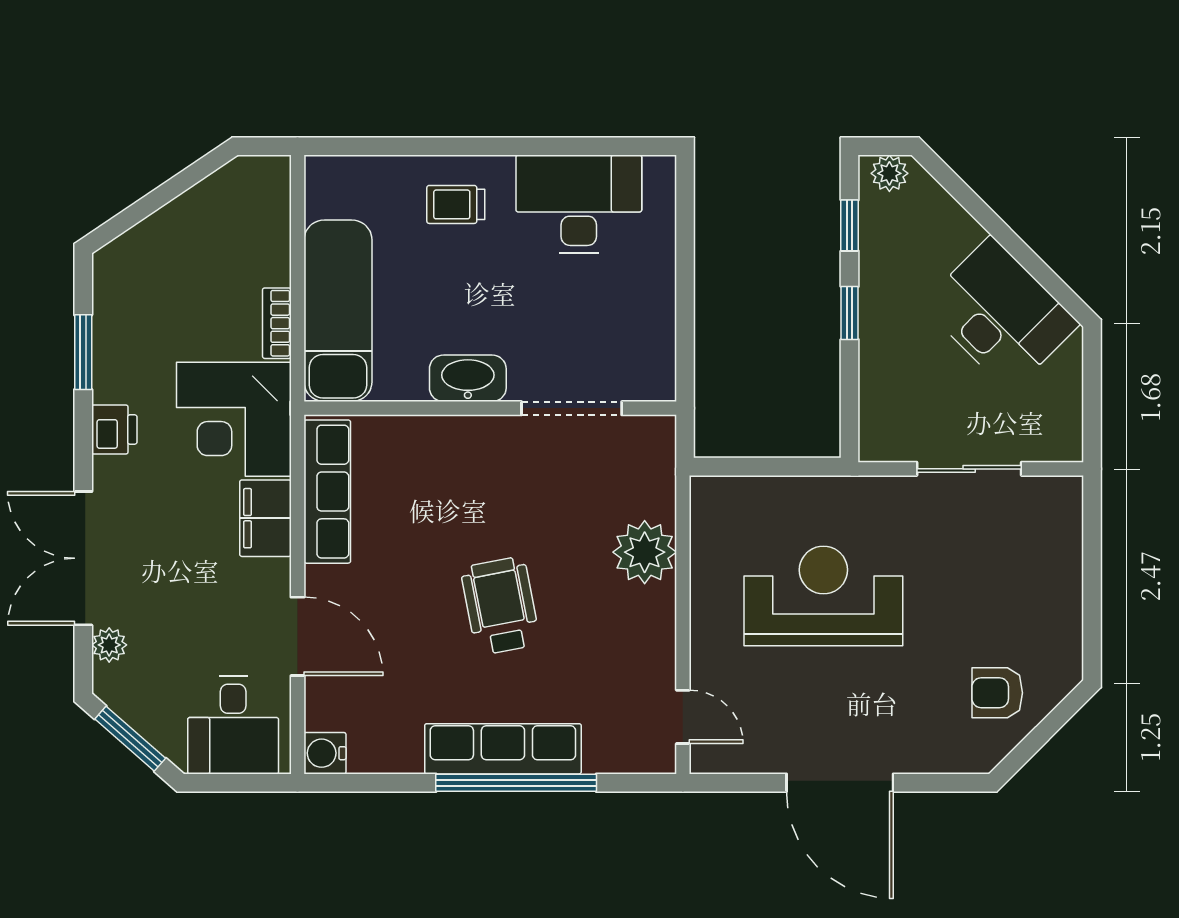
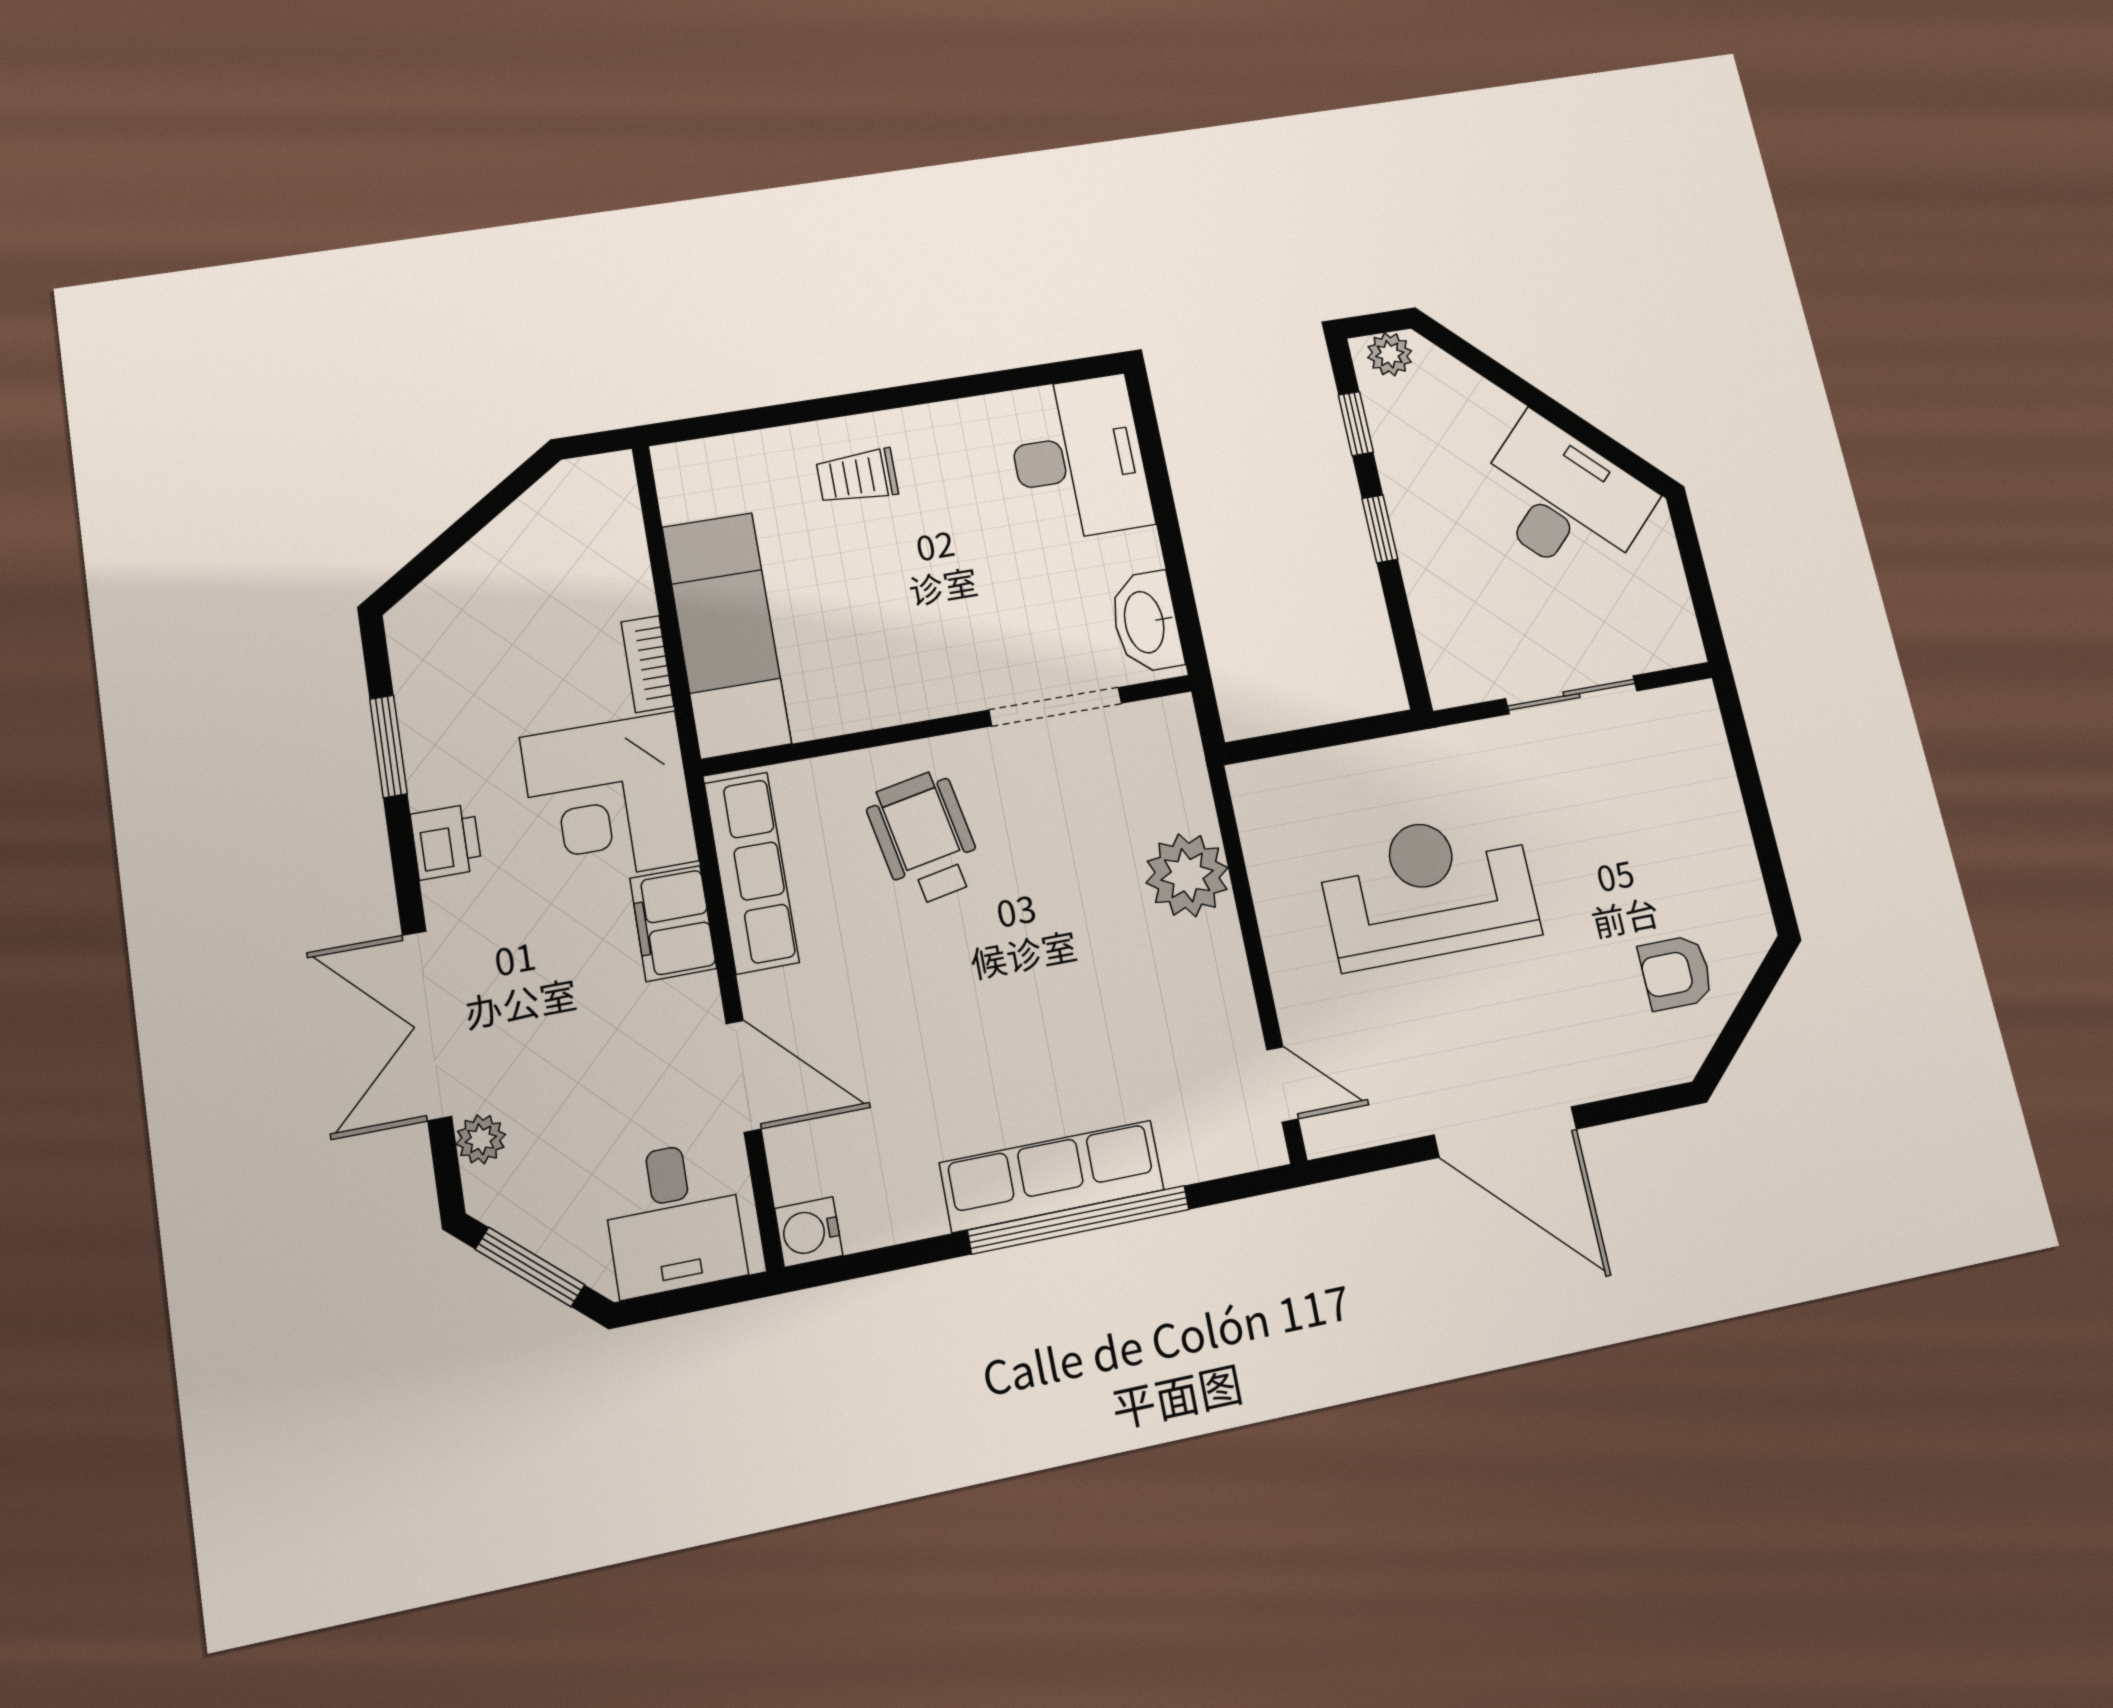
desk: (579, 204) -> (1078, 458), moved, turned 90
washbasin: (468, 378) -> (1146, 622), moved, turned -90
wheelchair: (500, 606) -> (925, 838), moved

